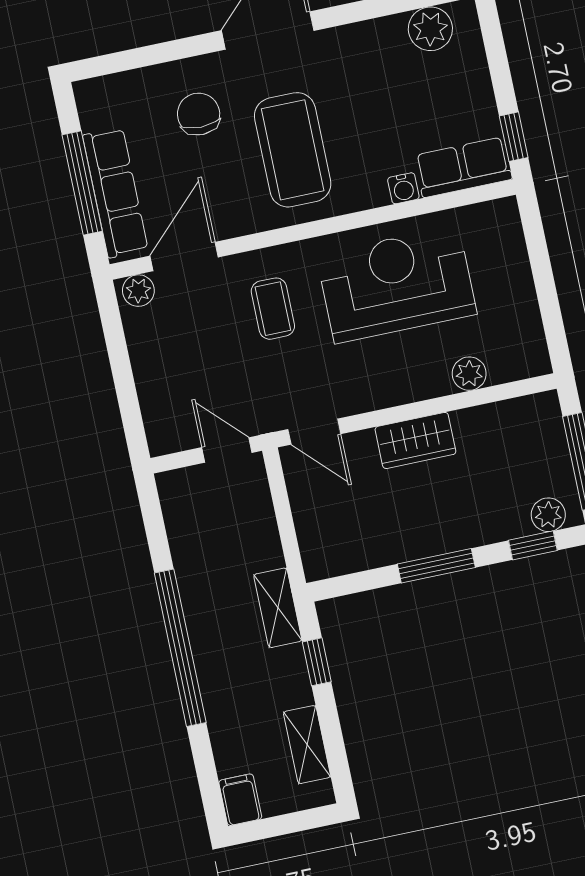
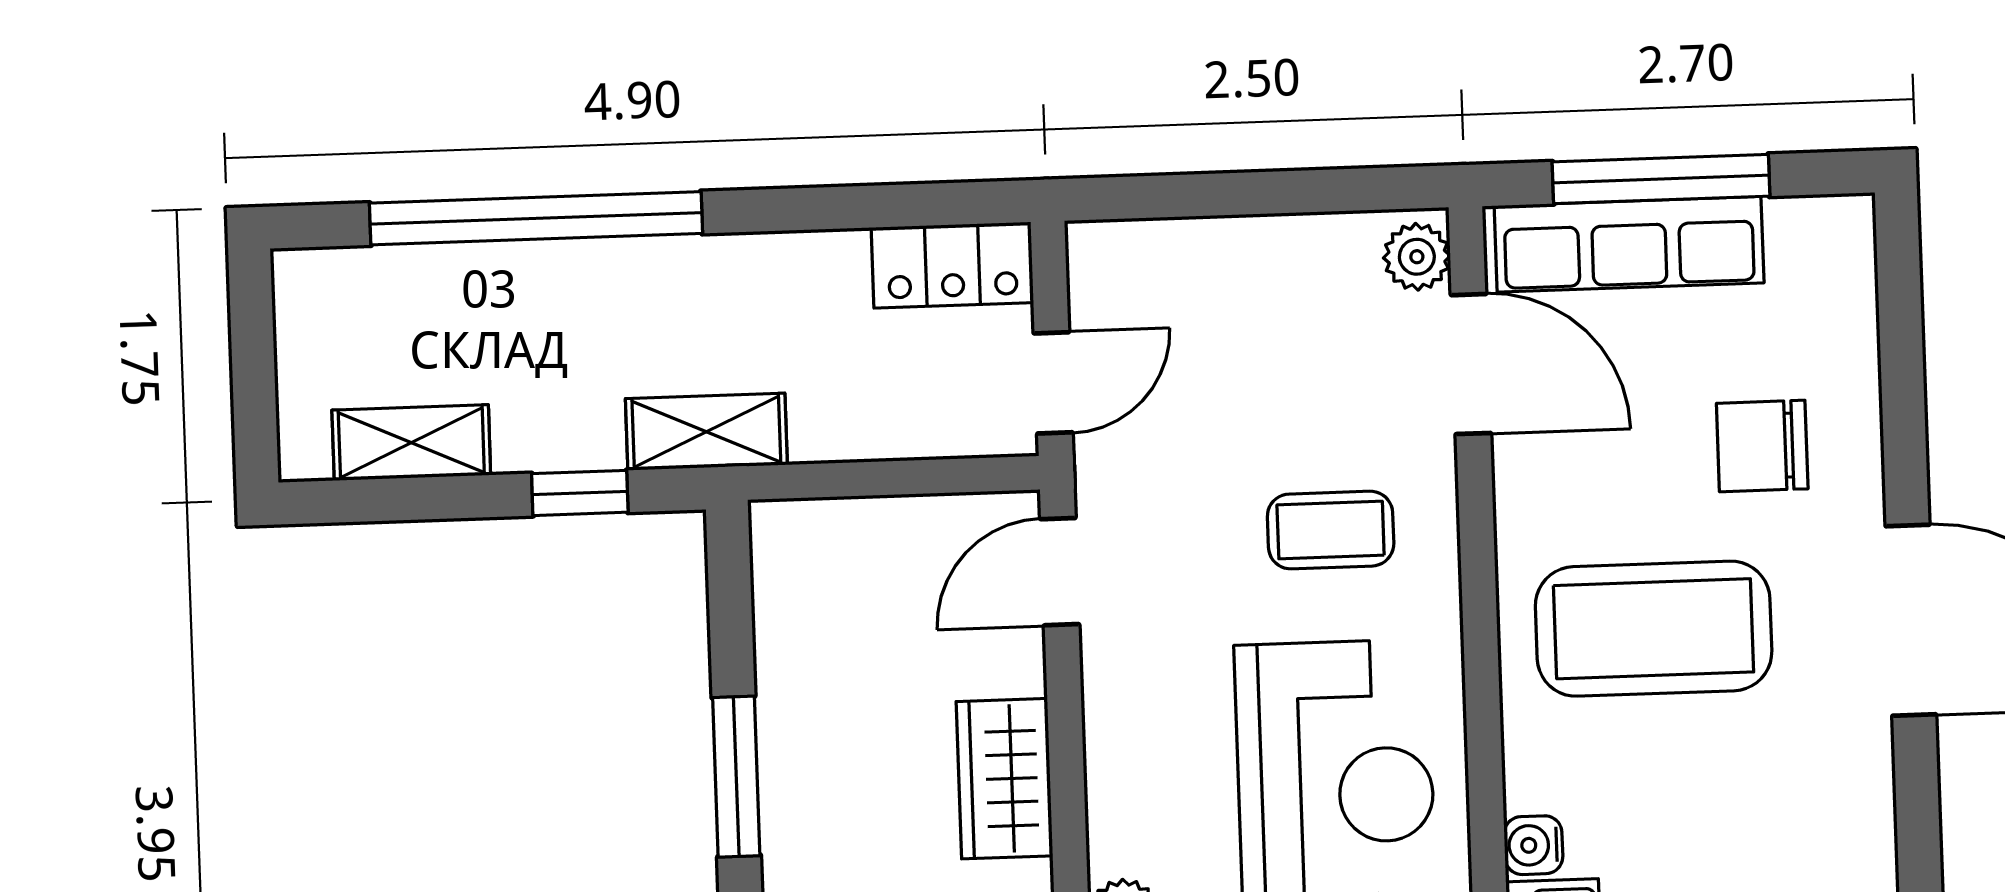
chair: (199, 114) -> (1762, 446), turned 180
locker: (180, 507) -> (952, 265), added
window: (180, 648) -> (536, 218), moved
filing cabinet: (240, 800) -> (321, 284), removed

